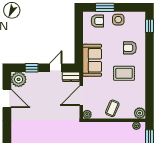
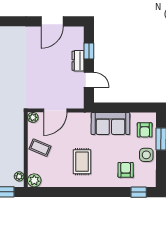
armchair: (130, 48) -> (126, 170), moved
sofa: (92, 60) -> (110, 124), moved
dresser: (71, 77) -> (78, 61), moved
plant: (19, 79) -> (75, 35), removed
door: (81, 96) -> (55, 110), swing flipped

